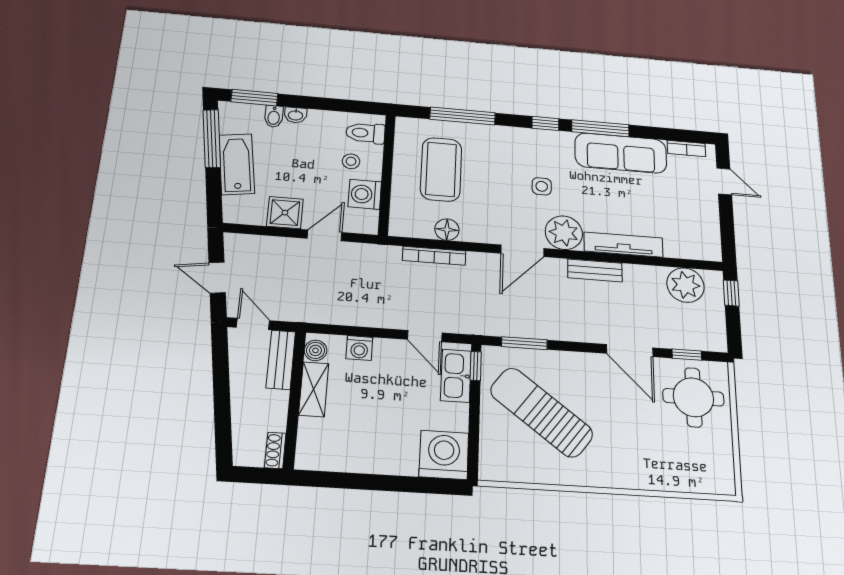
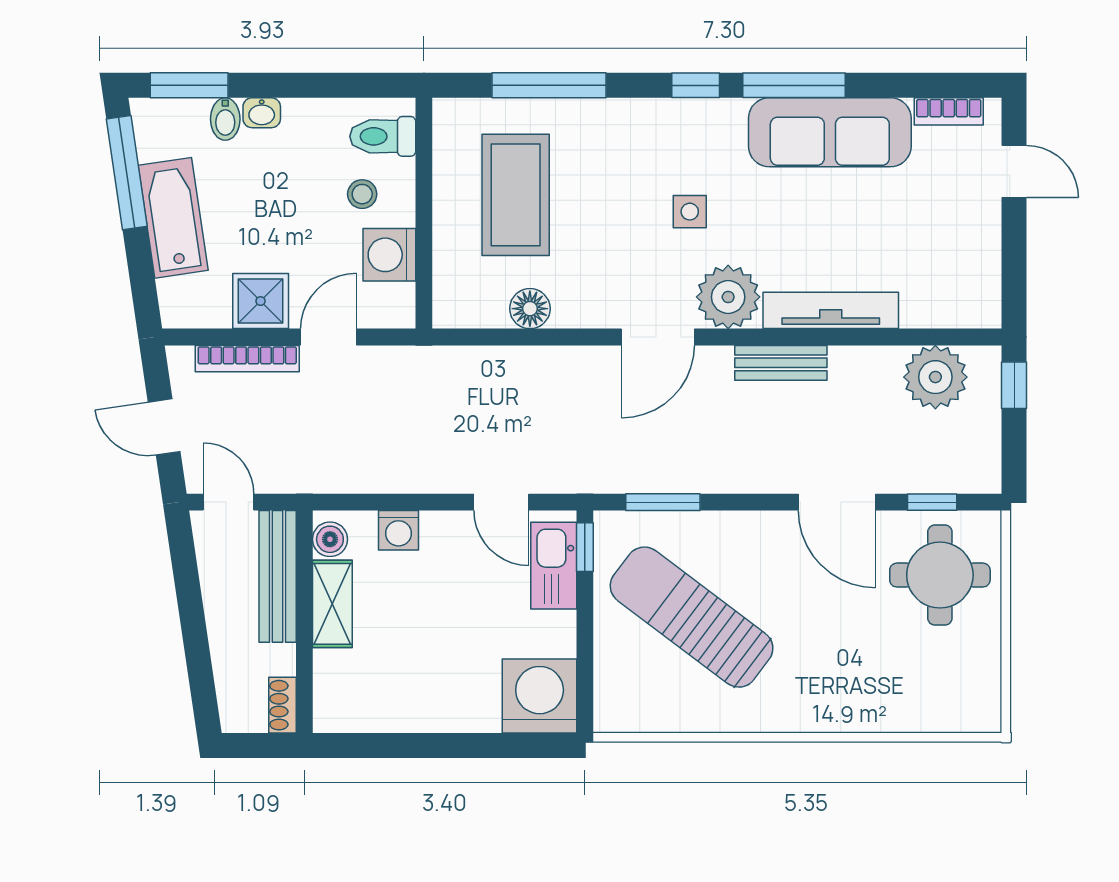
bookcase: (434, 256) -> (247, 359), moved
bench: (281, 360) -> (278, 576), width x1.36

